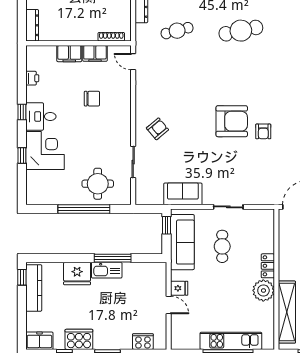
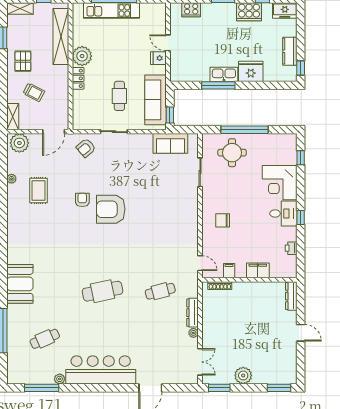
filing cabinet: (95, 53) -> (229, 271), width x0.50
chair: (92, 99) -> (223, 220), moved
armchair: (157, 129) -> (86, 148), moved
window: (22, 155) -> (301, 158), moved
sofa: (183, 194) -> (170, 143), moved
kitchen counter: (34, 288) -> (290, 51), width x0.67

